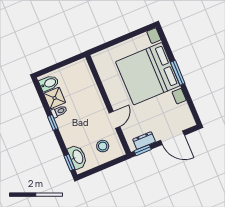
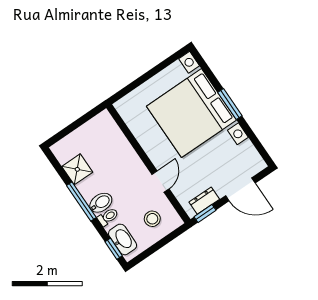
bidet: (49, 83) -> (101, 203), moved
toilet: (59, 111) -> (108, 217), moved
window: (53, 123) -> (81, 202), width x2.17

